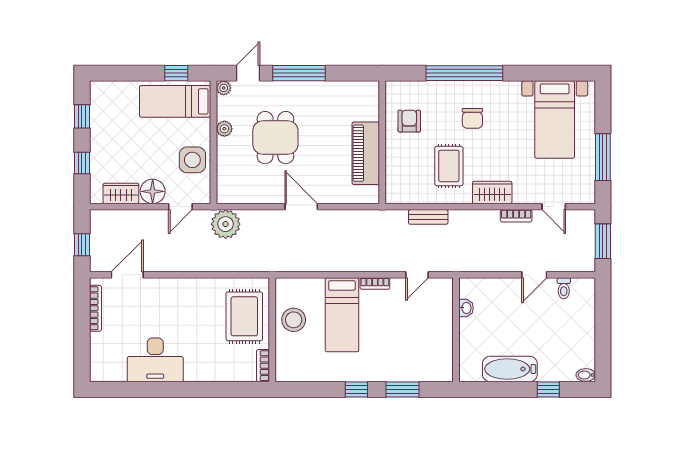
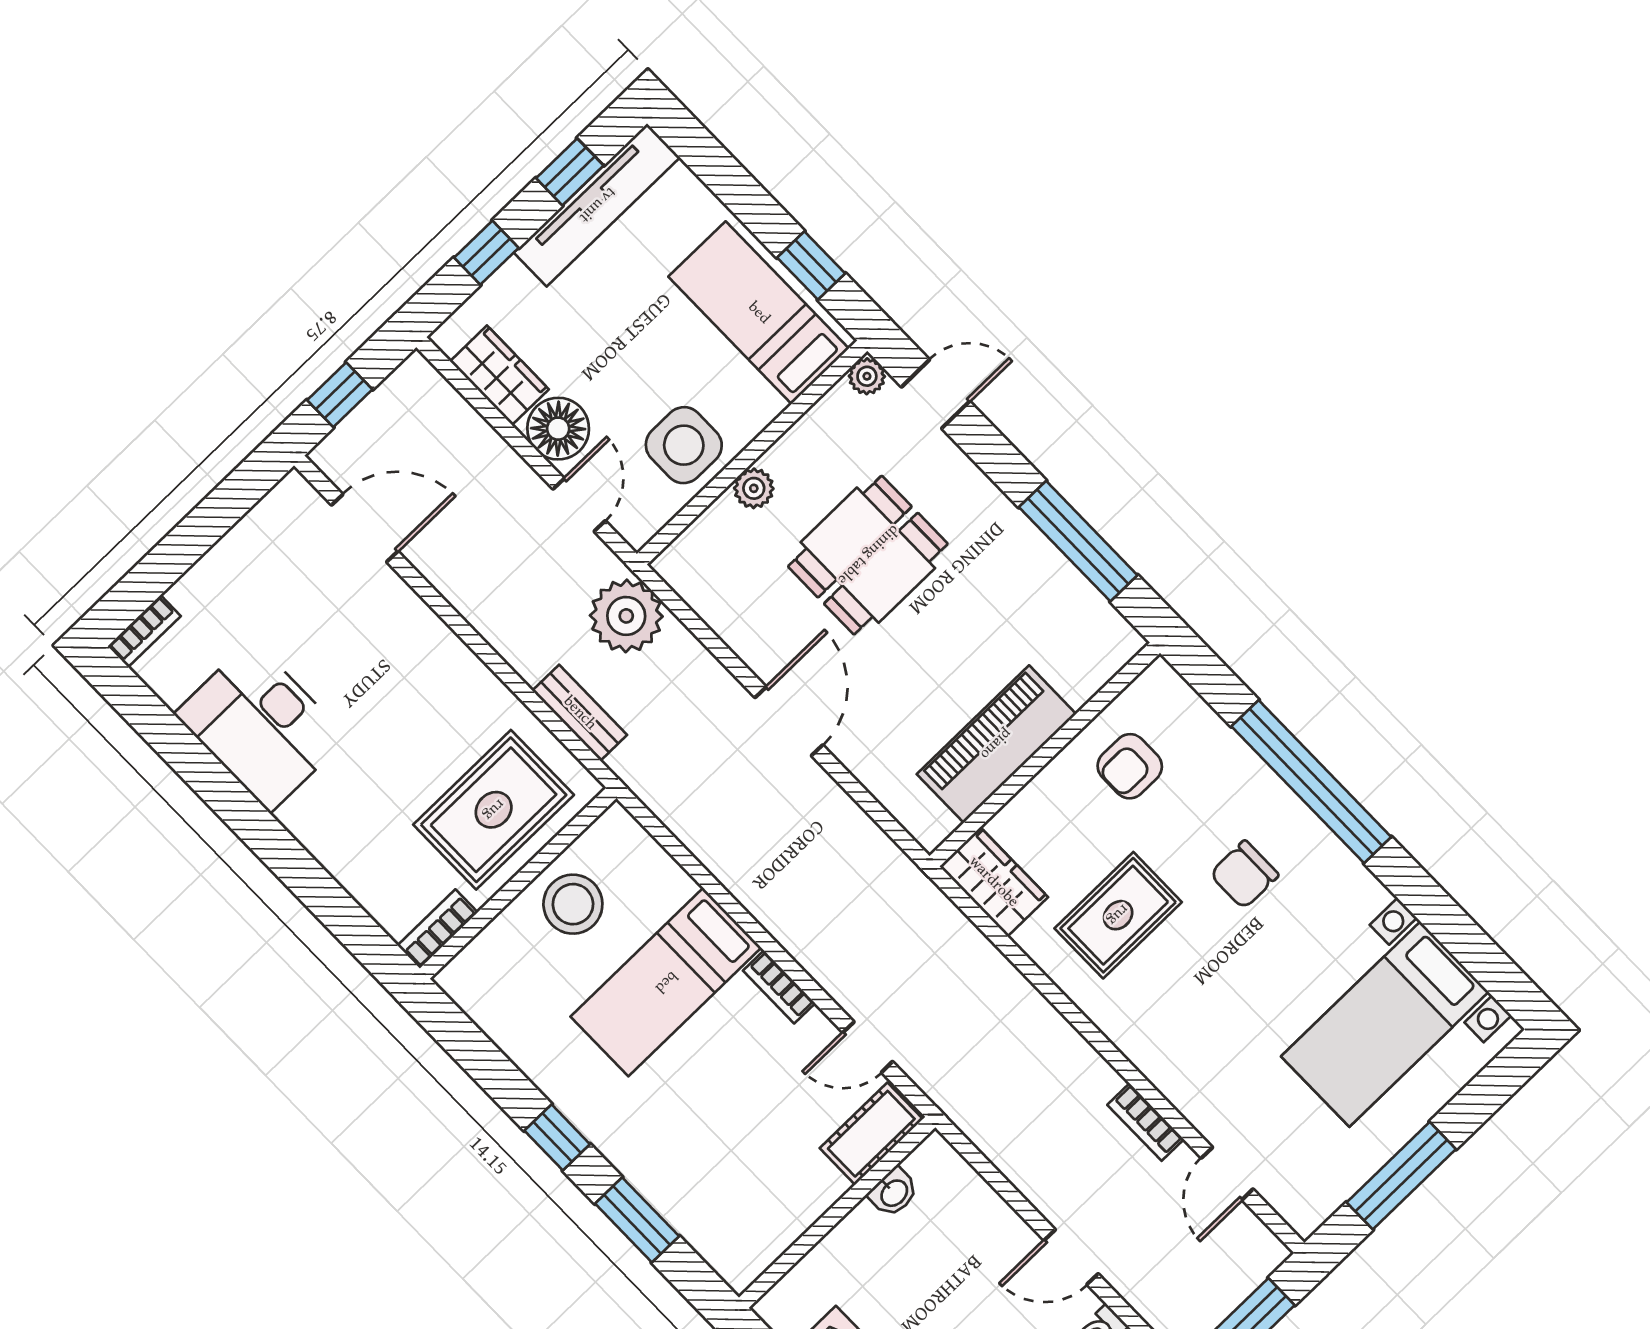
window: (299, 73) -> (1078, 541), moved
tv unit: (99, 118) -> (597, 205), added
armchair: (409, 121) -> (1130, 766), turned 180
plant: (224, 129) -> (754, 488), moved
wardrobe: (492, 192) -> (994, 882), moved
door: (180, 207) -> (579, 505), swing flipped
bench: (428, 217) -> (580, 713), moved
cot: (443, 298) -> (871, 1134), added
bookcase: (95, 308) -> (144, 631), moved, width x0.64

